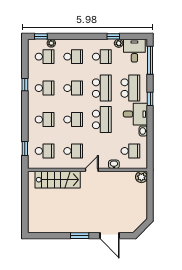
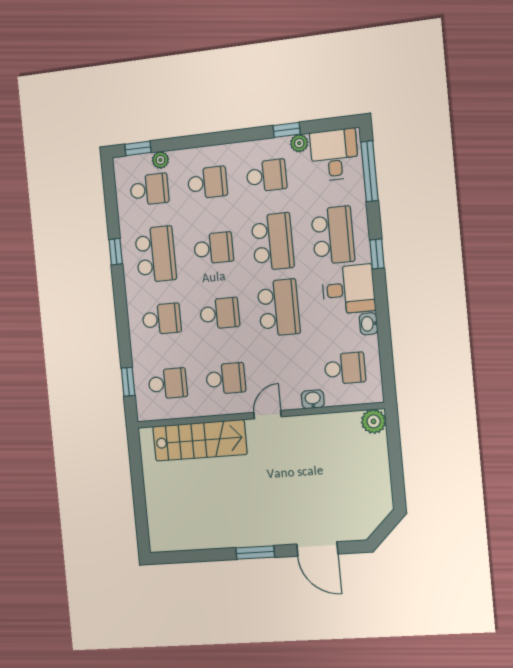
school desk: (45, 88) -> (156, 254), width x1.85

